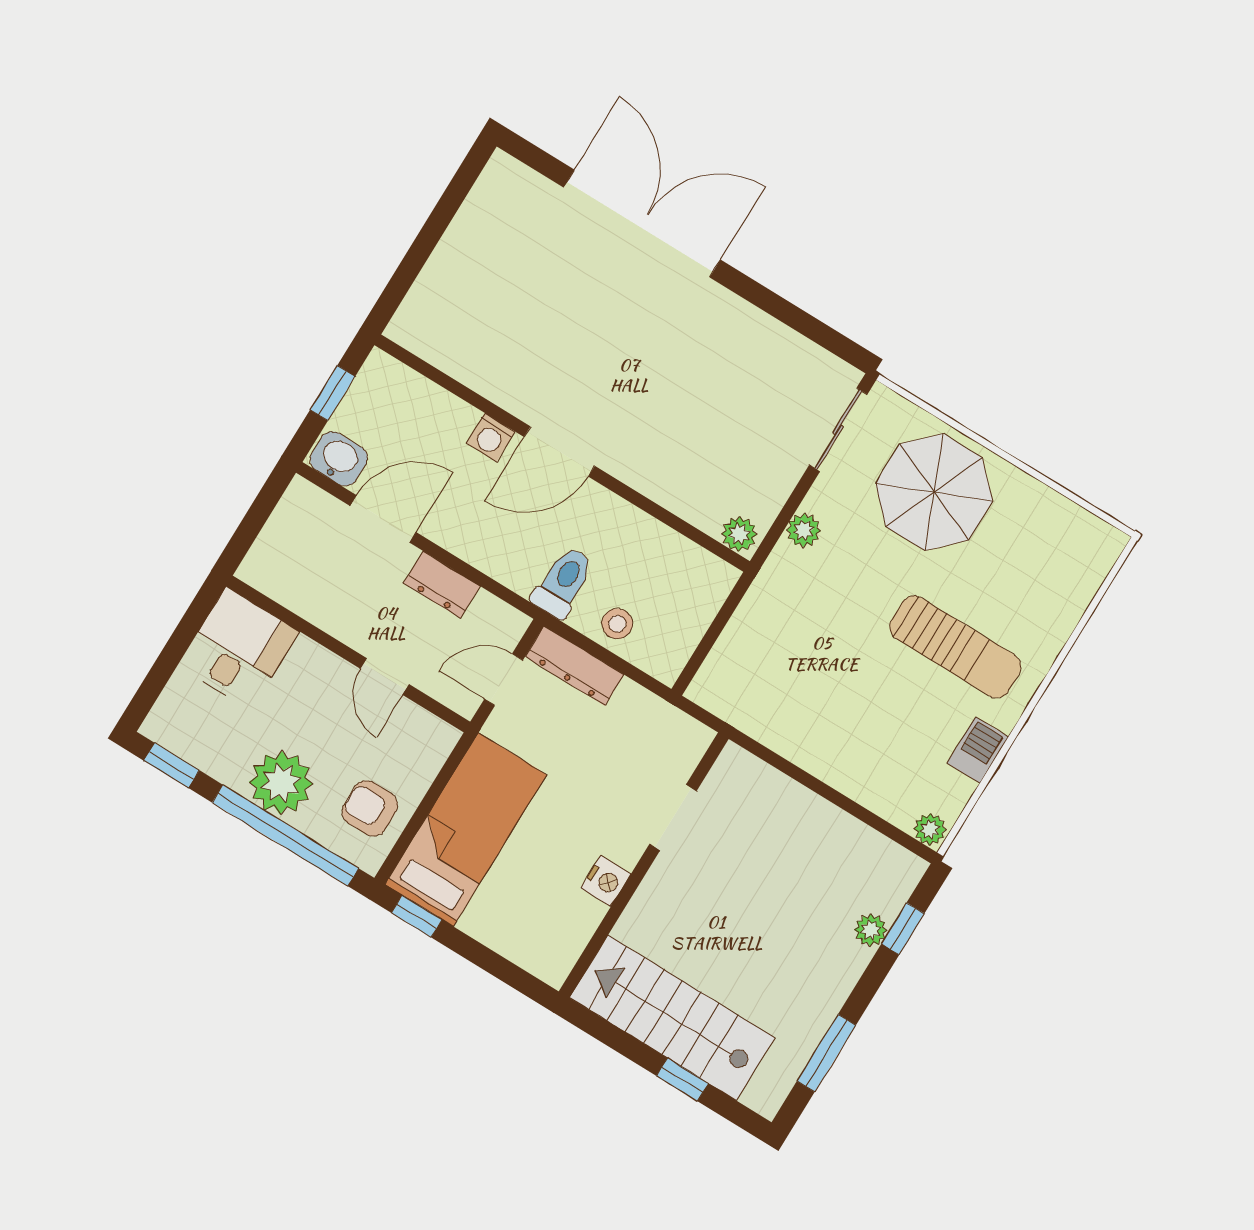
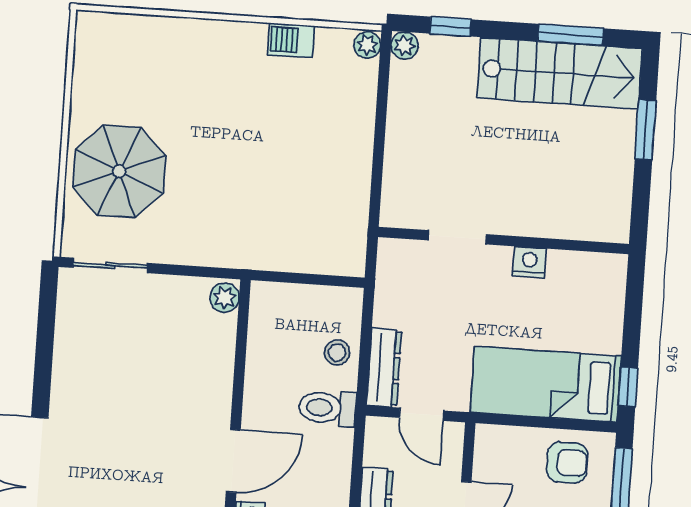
door: (559, 451) -> (233, 461), hinge flipped
plant: (804, 530) -> (197, 252), removed
sun lounger: (955, 647) -> (224, 96), removed
armchair: (370, 808) -> (567, 463), turned -90
plant: (871, 930) -> (404, 46), moved
stairs: (672, 1018) -> (560, 73), moved, turned -90
window: (682, 1080) -> (645, 130), width x1.50

